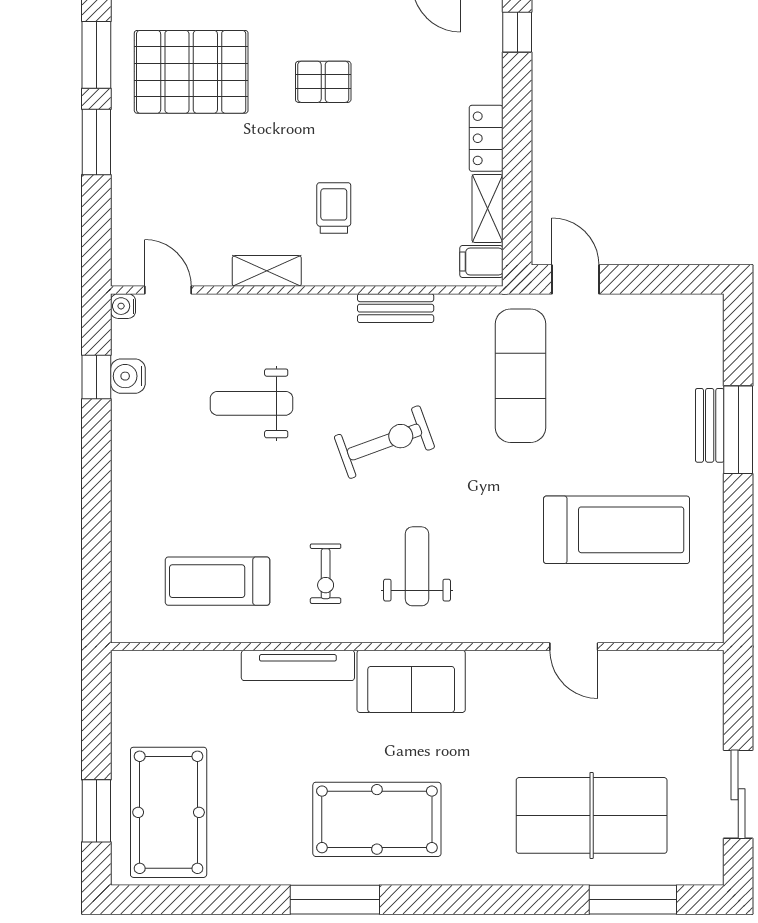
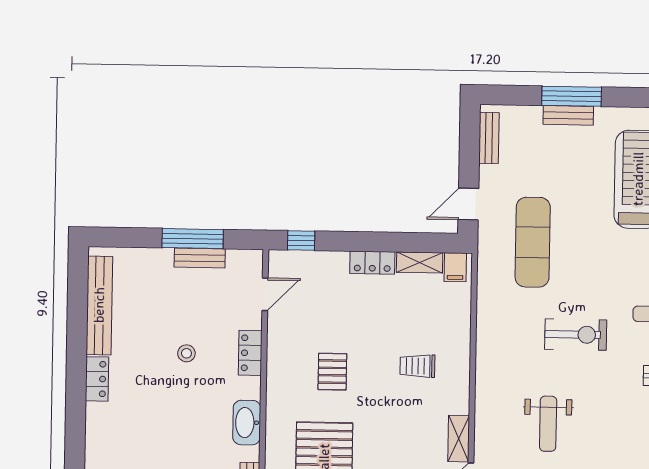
shelving: (267, 271) -> (459, 439), moved
bench: (396, 308) -> (489, 138), moved
exercise mat: (521, 376) -> (533, 242), turned 90
exercise bike: (384, 442) -> (576, 335), turned 110

